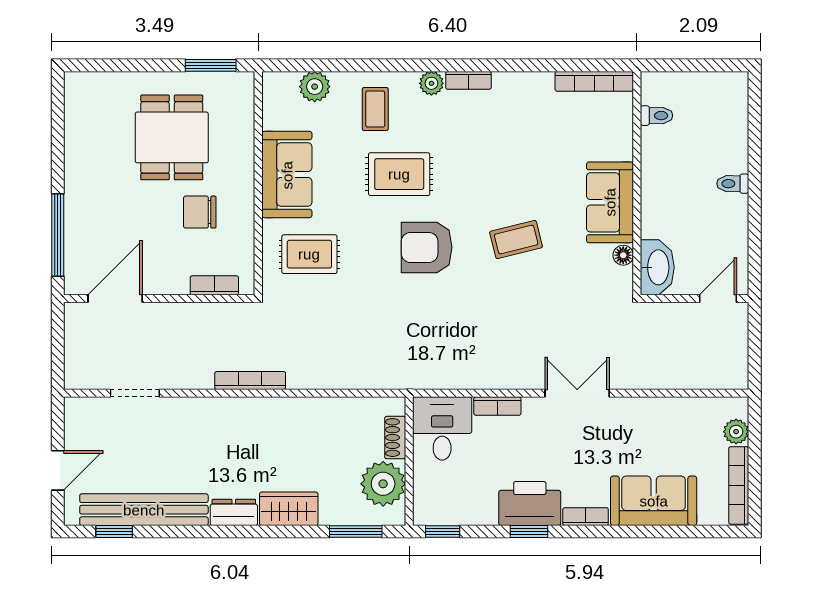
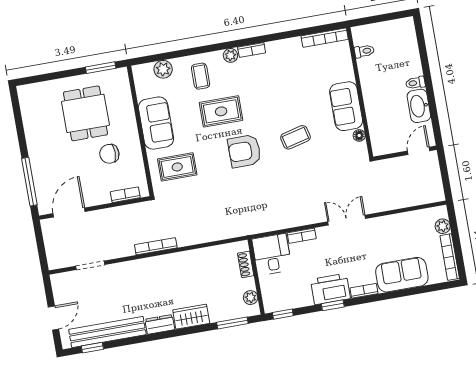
washbasin: (657, 267) -> (419, 106), moved, turned 180
plant: (383, 484) -> (251, 298), width x0.53, depth x0.53

